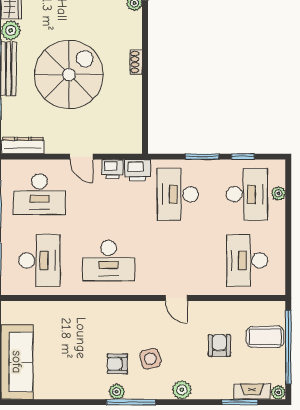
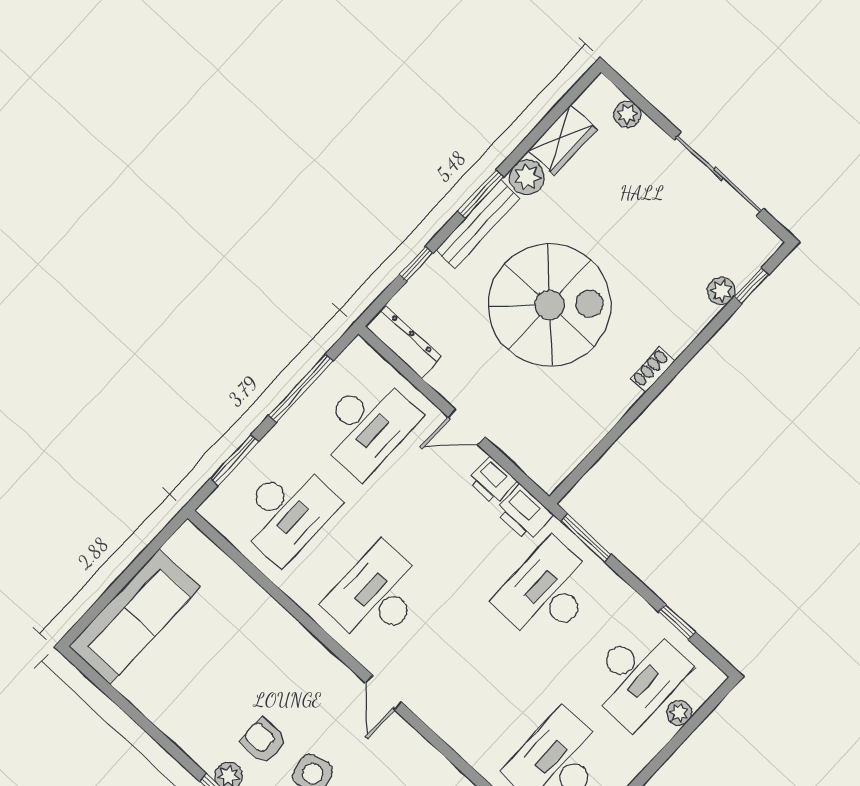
door: (81, 157) -> (466, 427), hinge flipped
window: (202, 157) -> (586, 538), moved
desk: (39, 194) -> (367, 425), turned -90
desk: (109, 261) -> (377, 595), turned 90
door: (176, 298) -> (384, 693), moved

